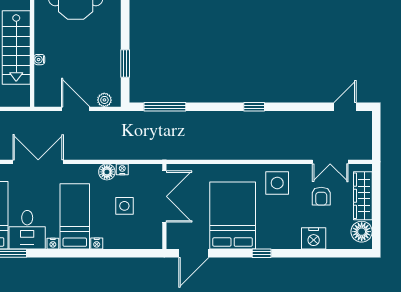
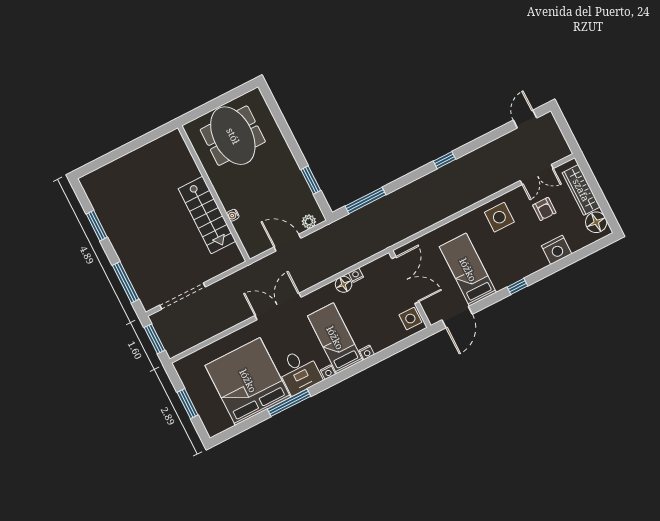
side table: (124, 206) -> (410, 319), moved
bed: (233, 215) -> (468, 270), width x0.67

